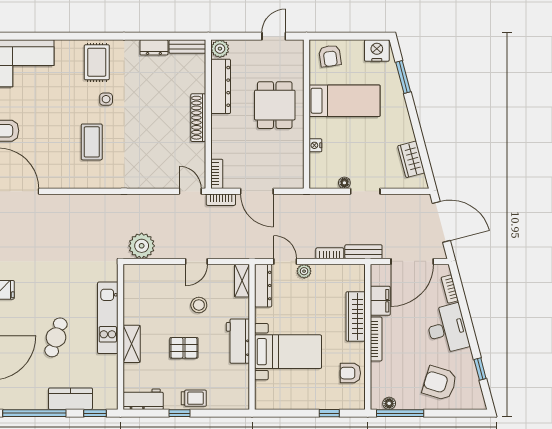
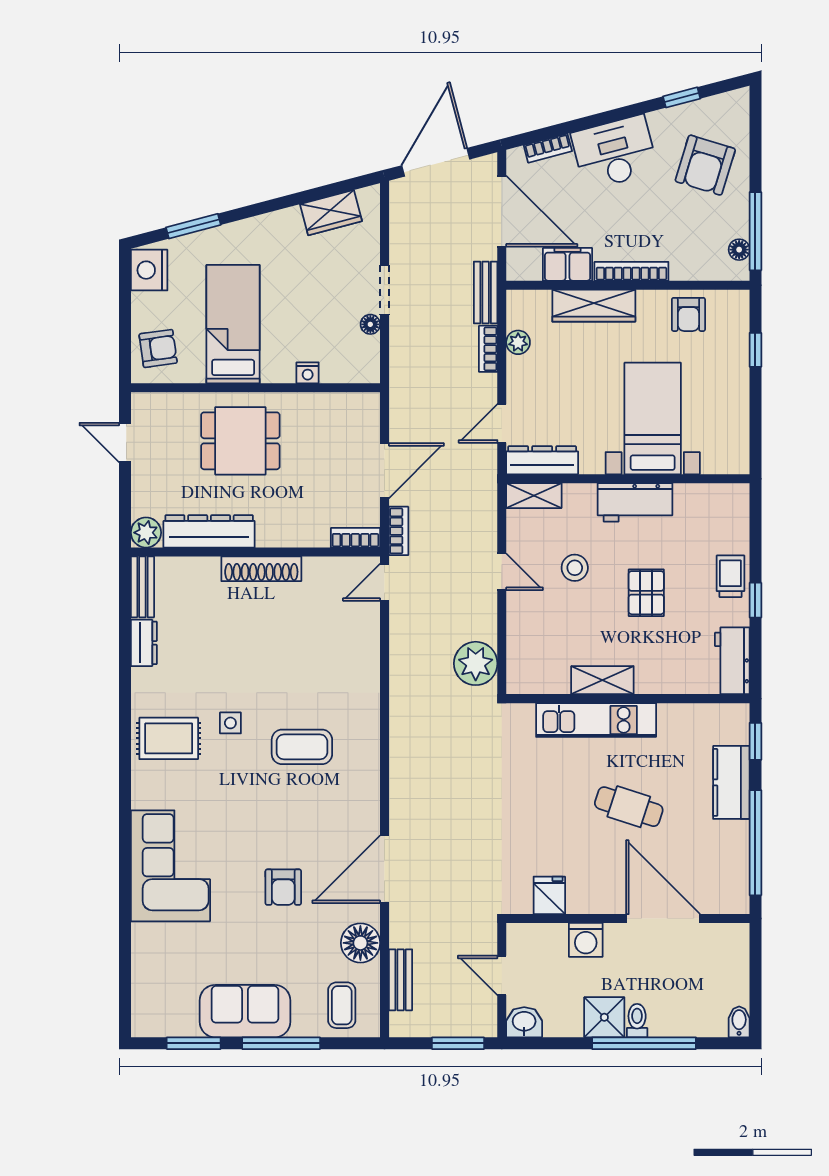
plant: (304, 271) -> (518, 342), moved
shelving: (132, 344) -> (602, 680), moved

